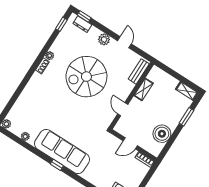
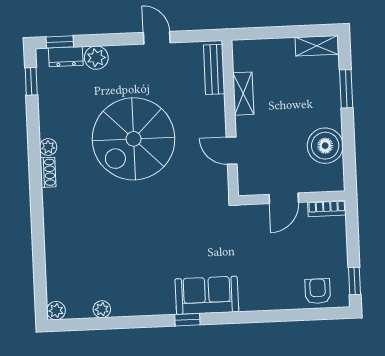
plant: (104, 39) -> (96, 58), moved
sofa: (62, 152) -> (207, 295), width x0.54, depth x0.79

